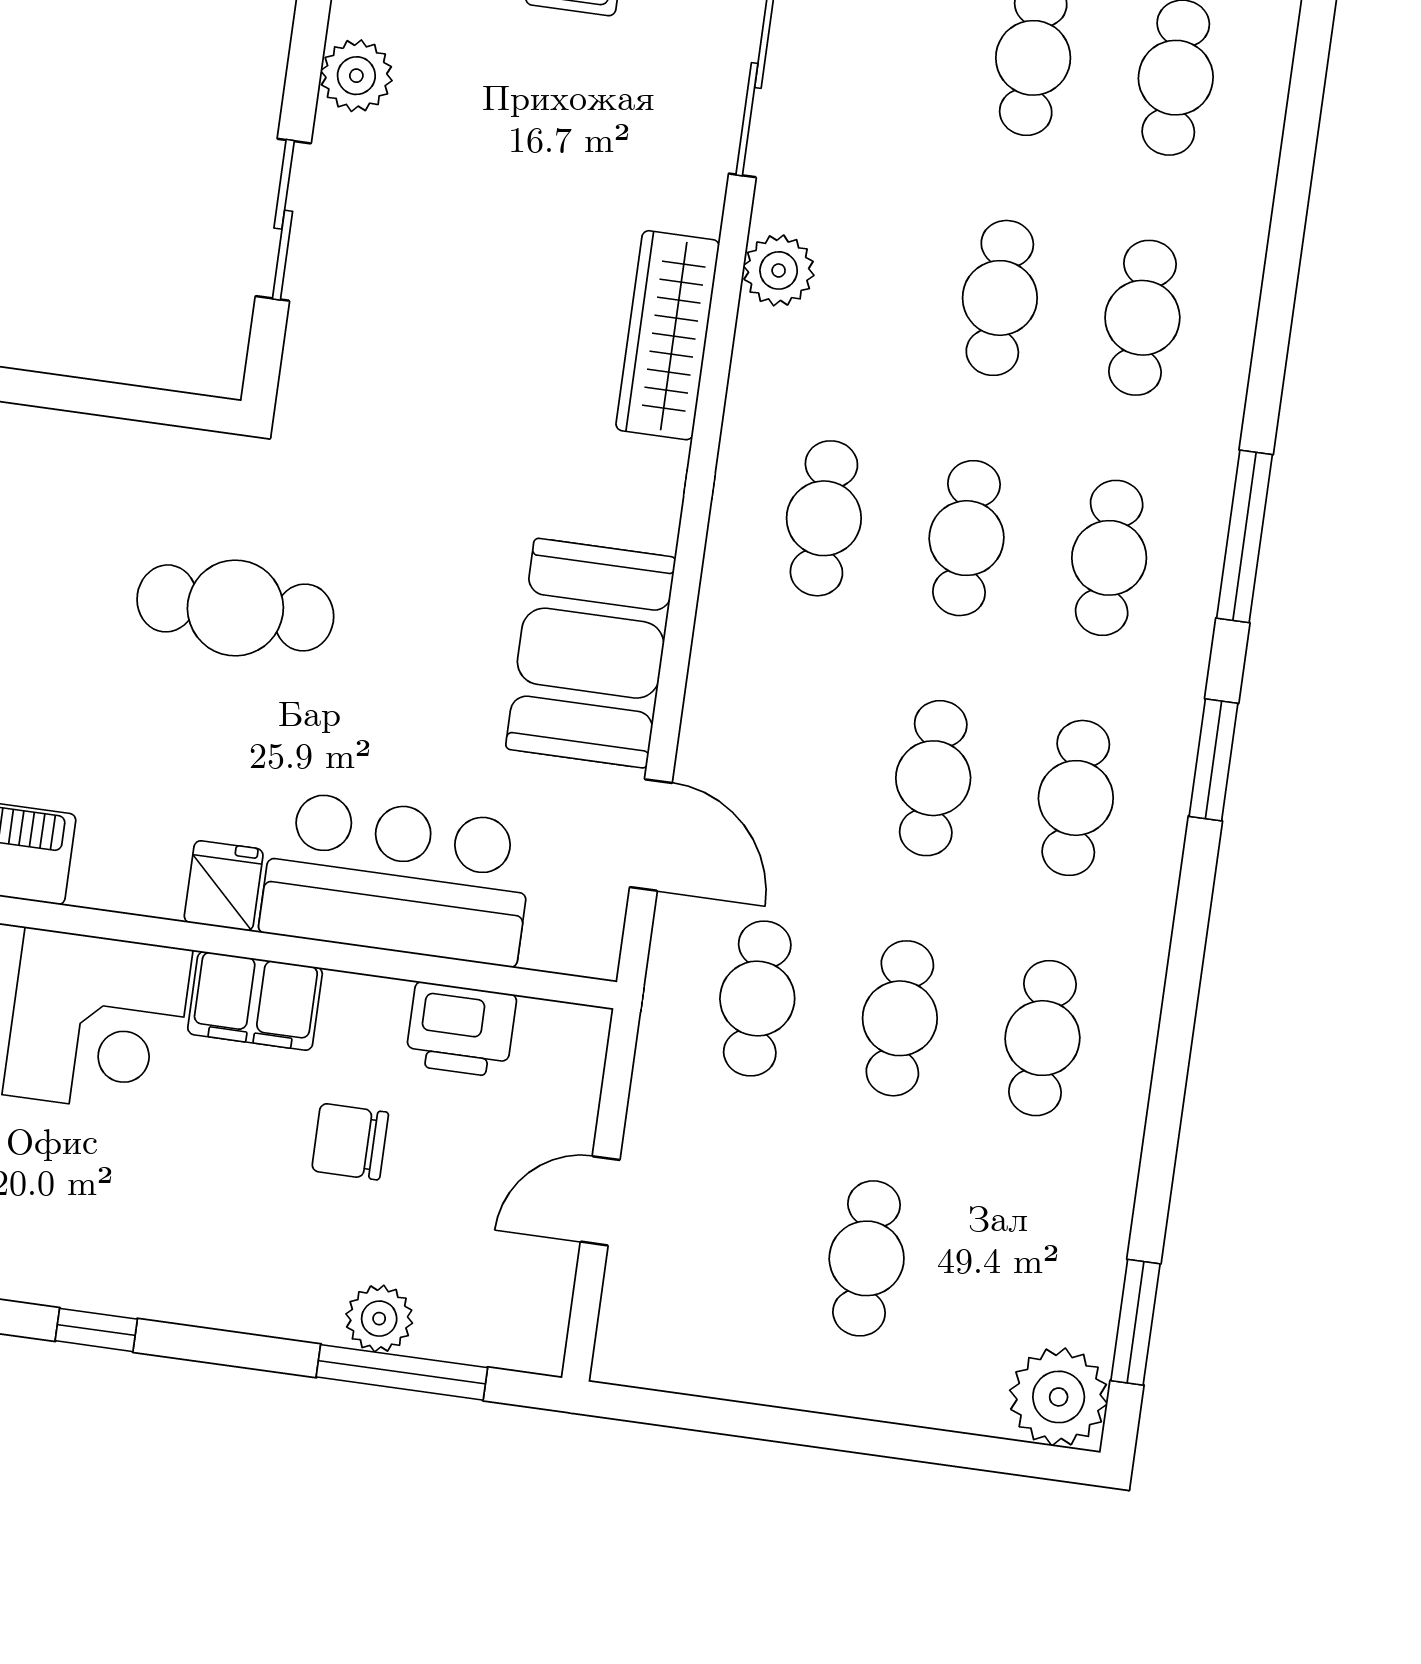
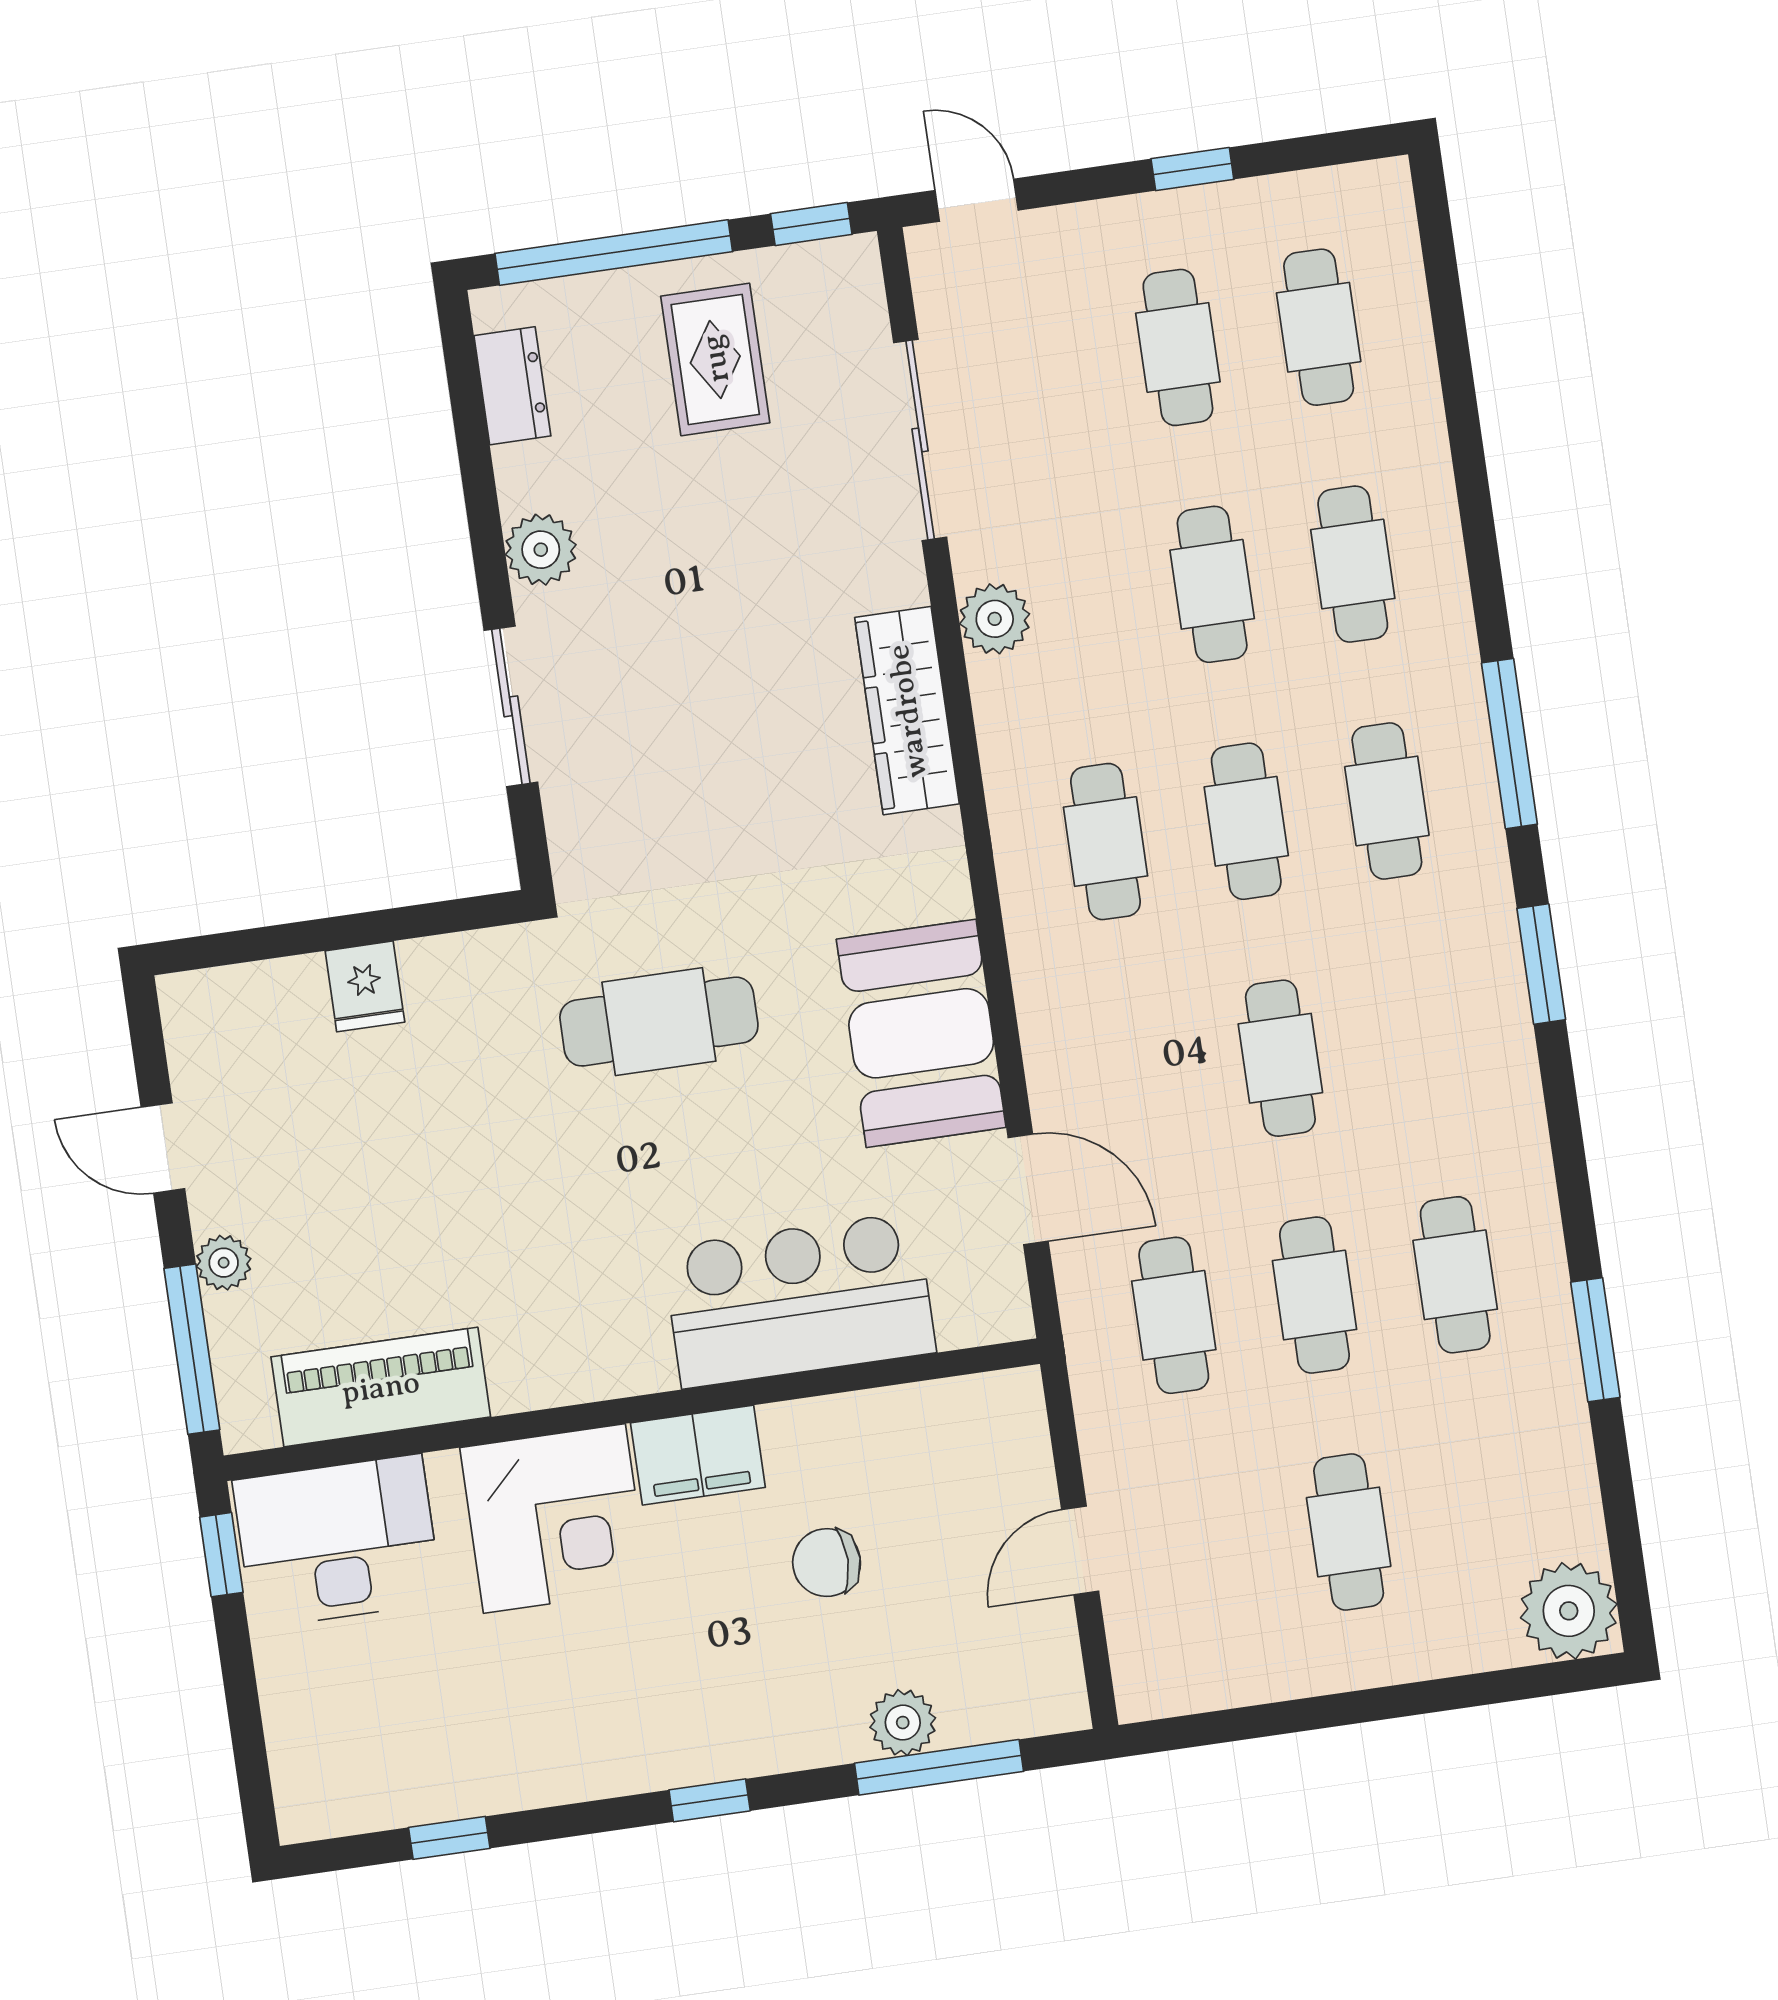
cafe table: (235, 608) -> (659, 1022), moved
cafe table: (1076, 798) -> (1421, 1038), removed
fridge: (224, 886) -> (365, 986), moved, turned 180
printer: (461, 1030) -> (901, 1426), removed
window: (1135, 1322) -> (1595, 1340), moved
window: (96, 1330) -> (710, 1800), moved

